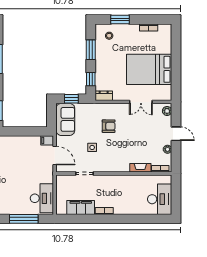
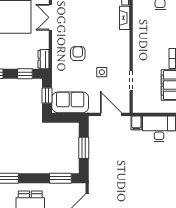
double door: (141, 102) -> (50, 17), swing flipped
window: (25, 131) -> (84, 148), added
filing cabinet: (47, 140) -> (136, 123), moved
door: (55, 156) -> (111, 114), hinge flipped

